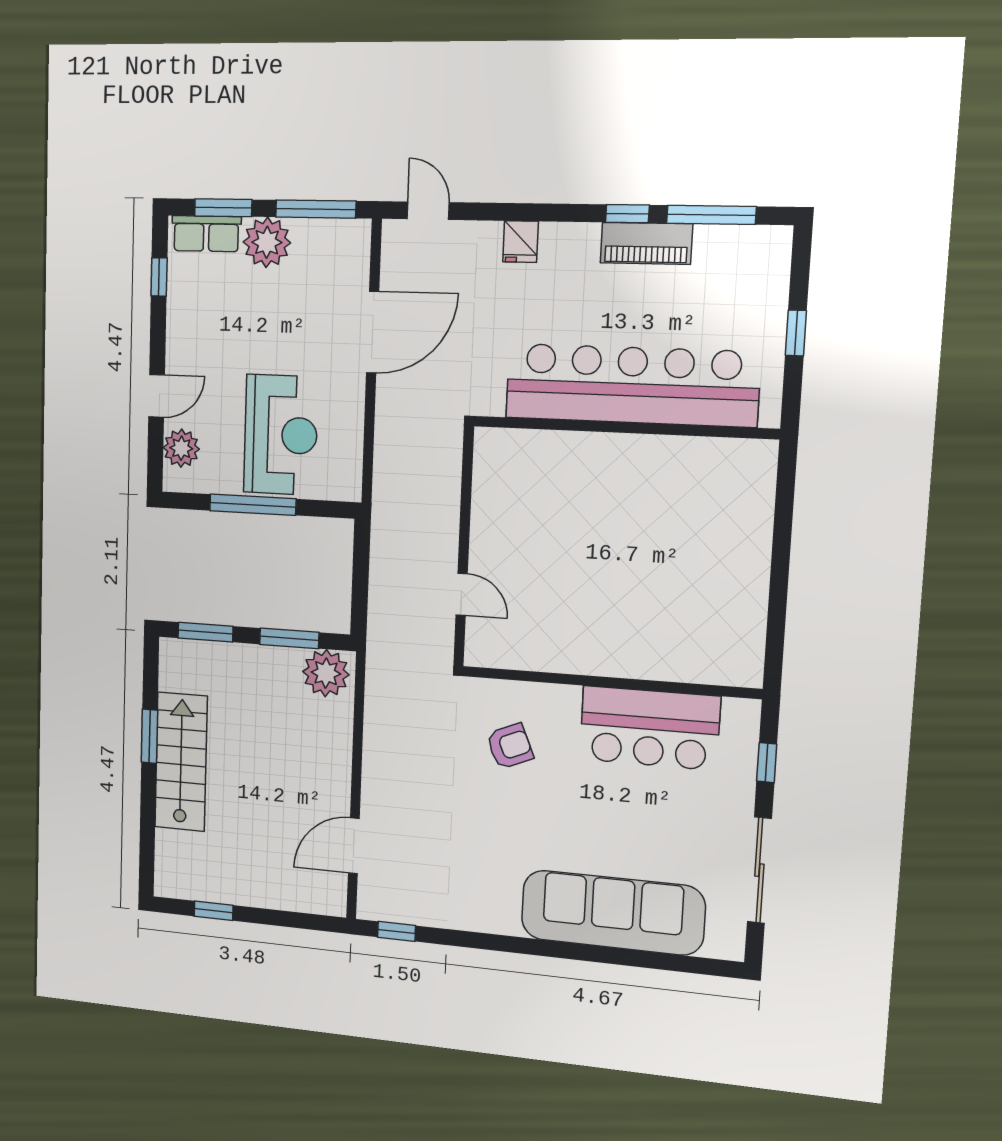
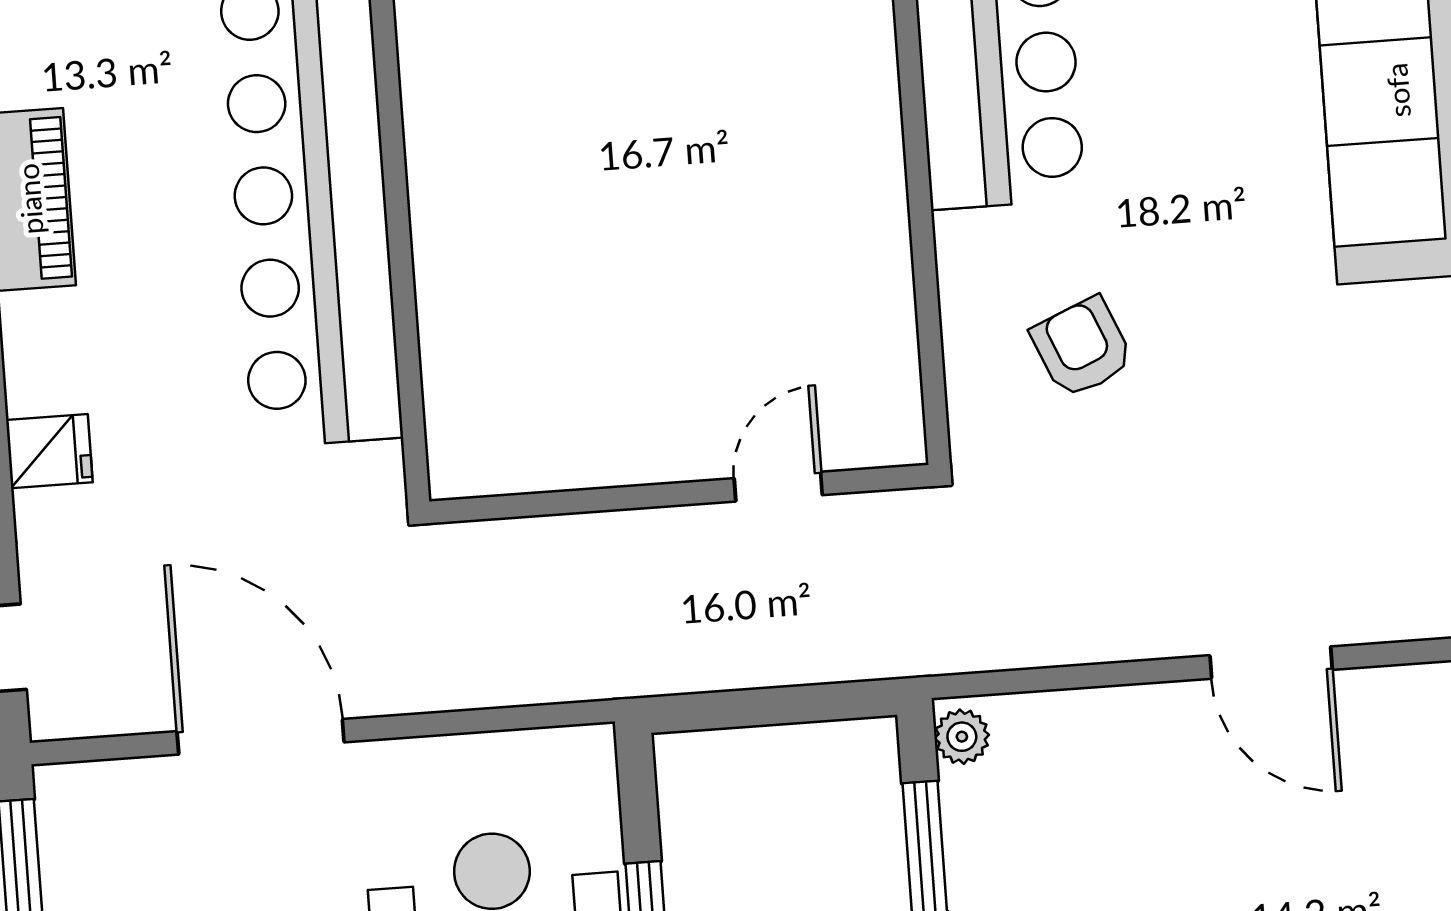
plant: (326, 673) -> (962, 737), width x0.53, depth x0.53
door: (354, 846) -> (1271, 663), moved

